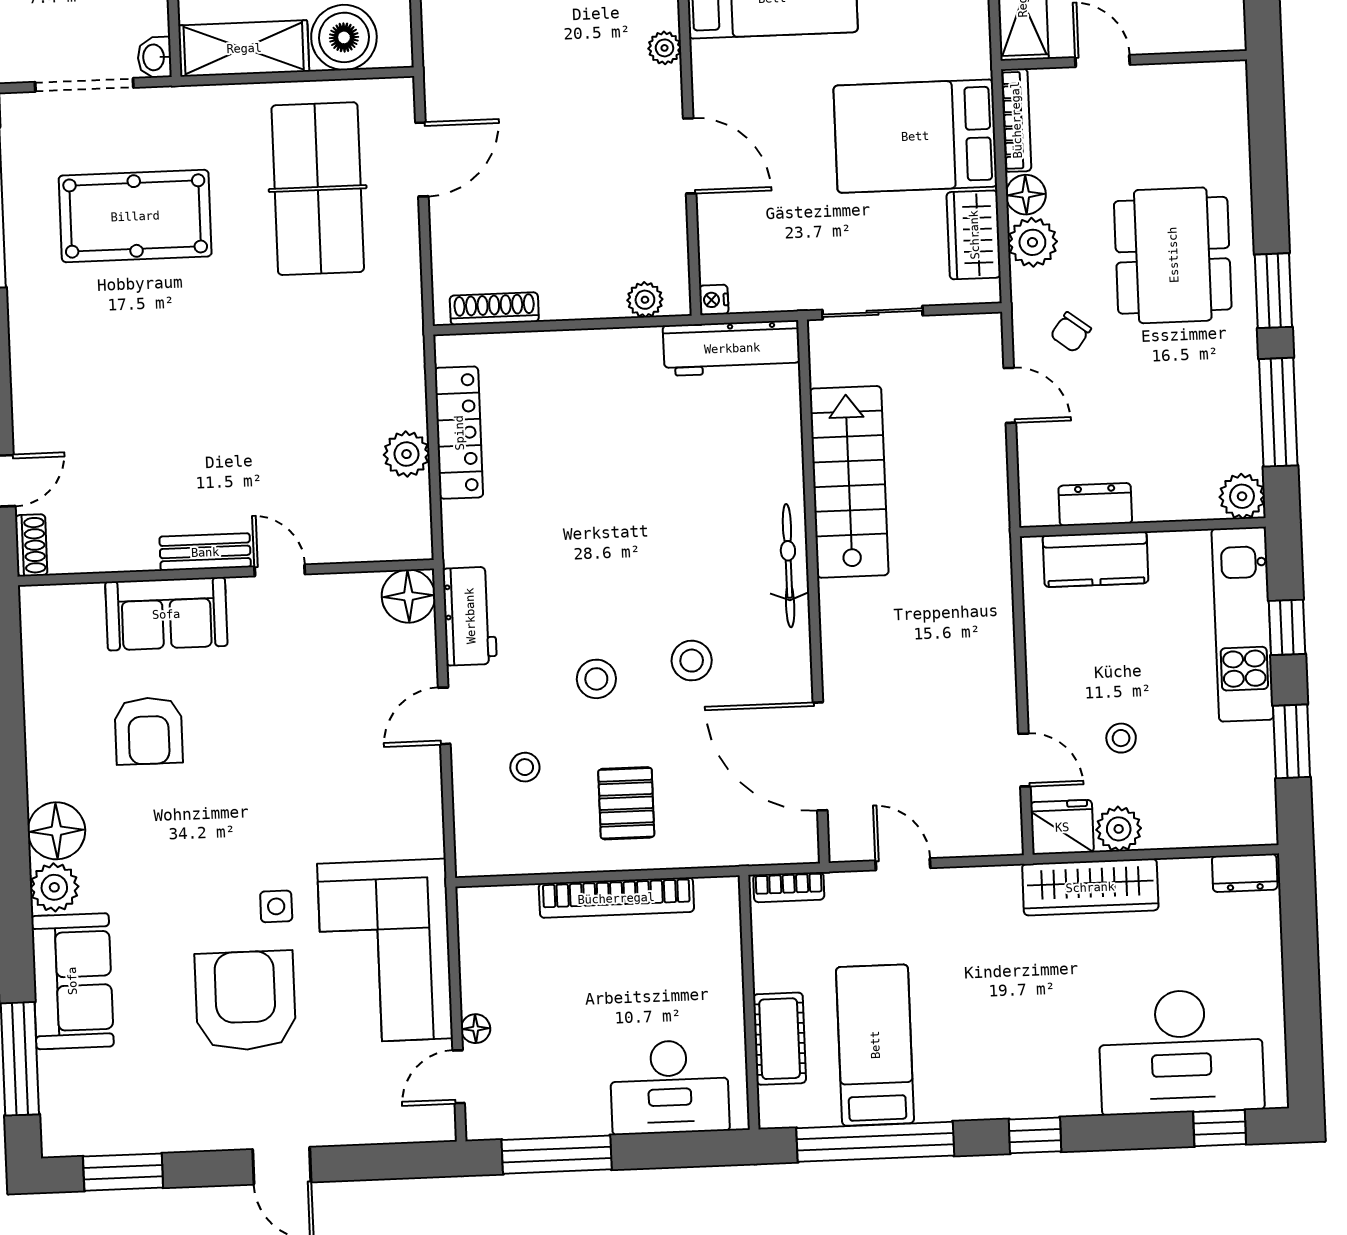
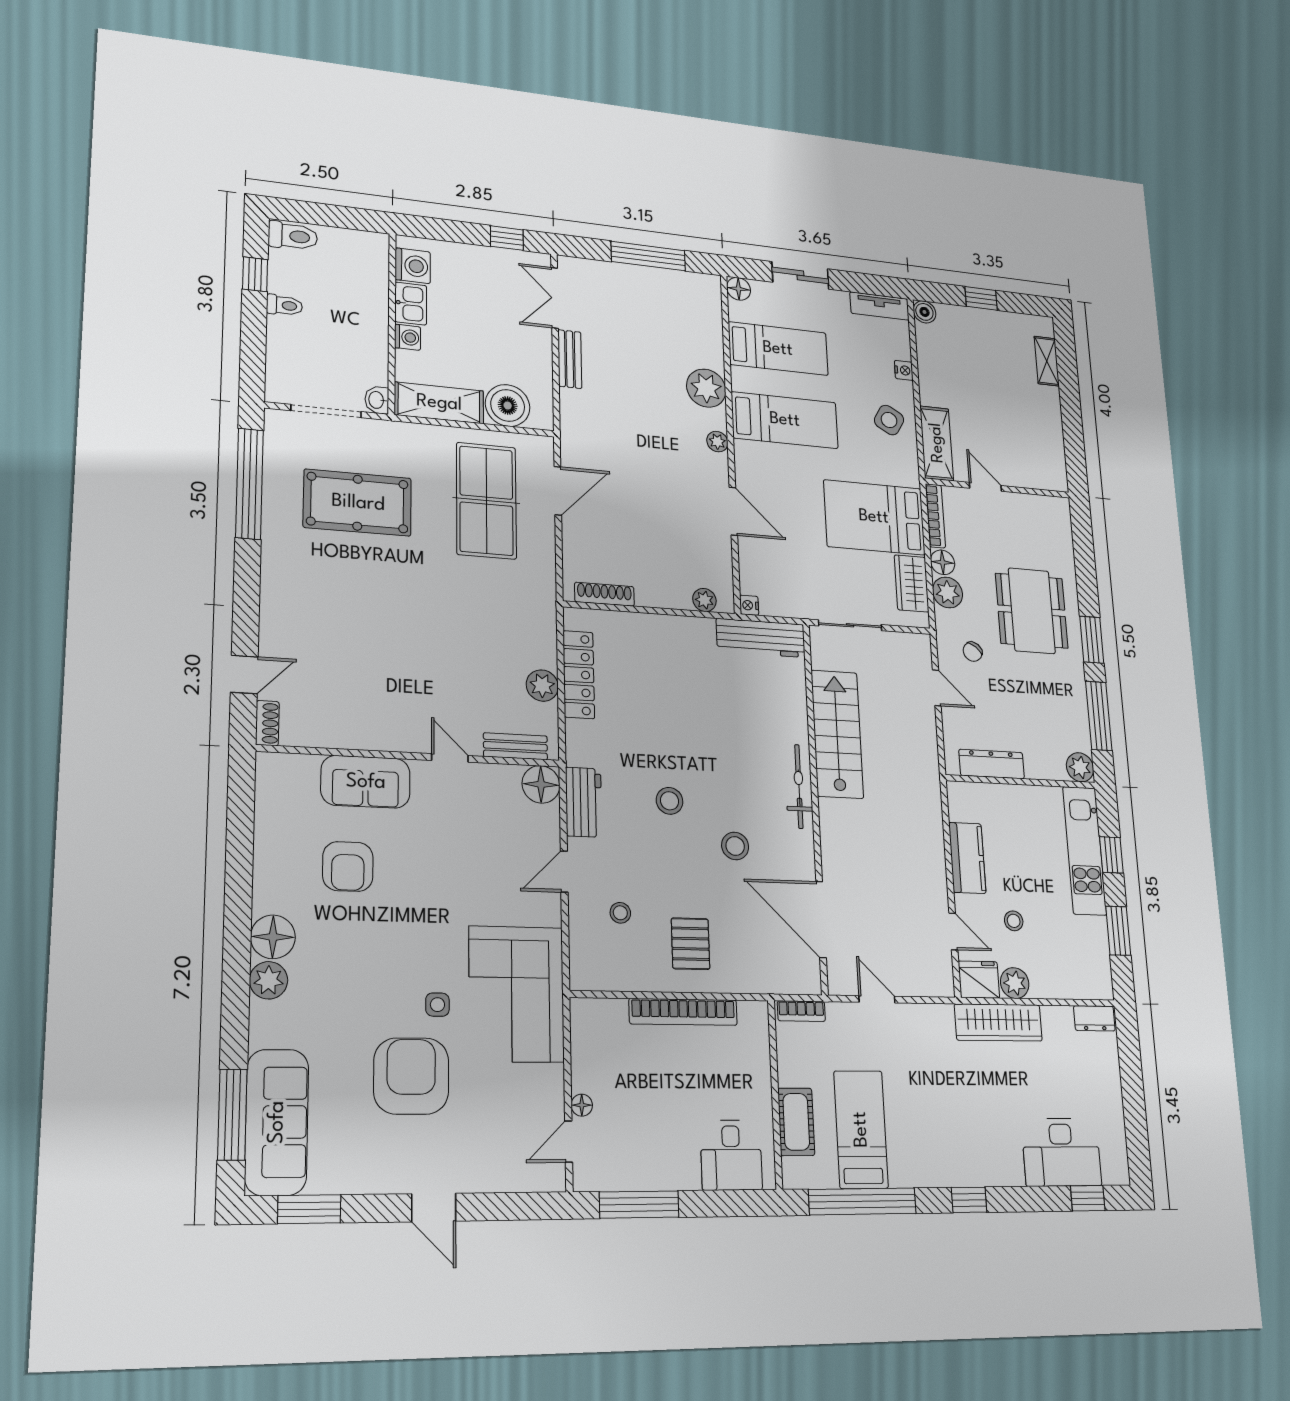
dresser: (1095, 505) -> (992, 764), width x1.44
bench: (205, 552) -> (515, 746), moved
kitchen counter: (1096, 559) -> (967, 858), moved, turned -90
stool: (596, 679) -> (670, 801), moved
corner sofa: (385, 951) -> (516, 994), moved
sofa: (72, 981) -> (277, 1122), moved, width x1.36
desk: (1181, 1052) -> (1062, 1152), width x0.73, depth x0.77
desk: (670, 1087) -> (731, 1155), width x0.73

